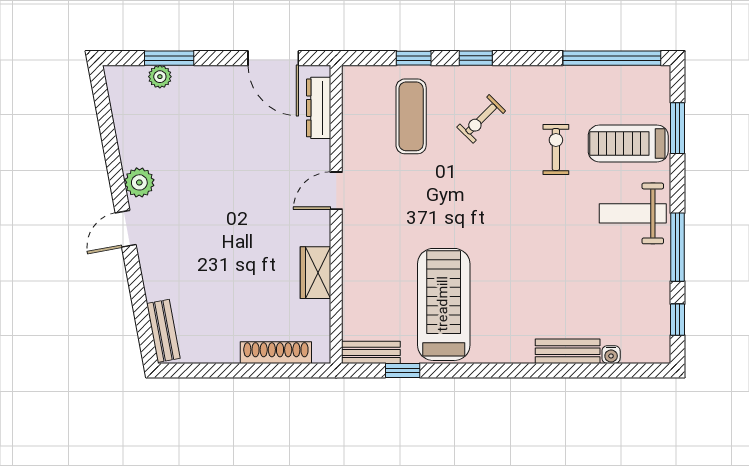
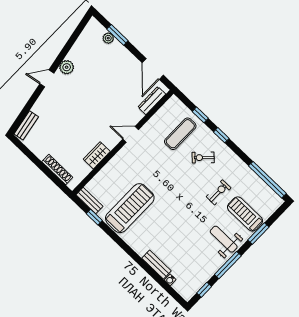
window: (677, 128) -> (258, 233), moved

